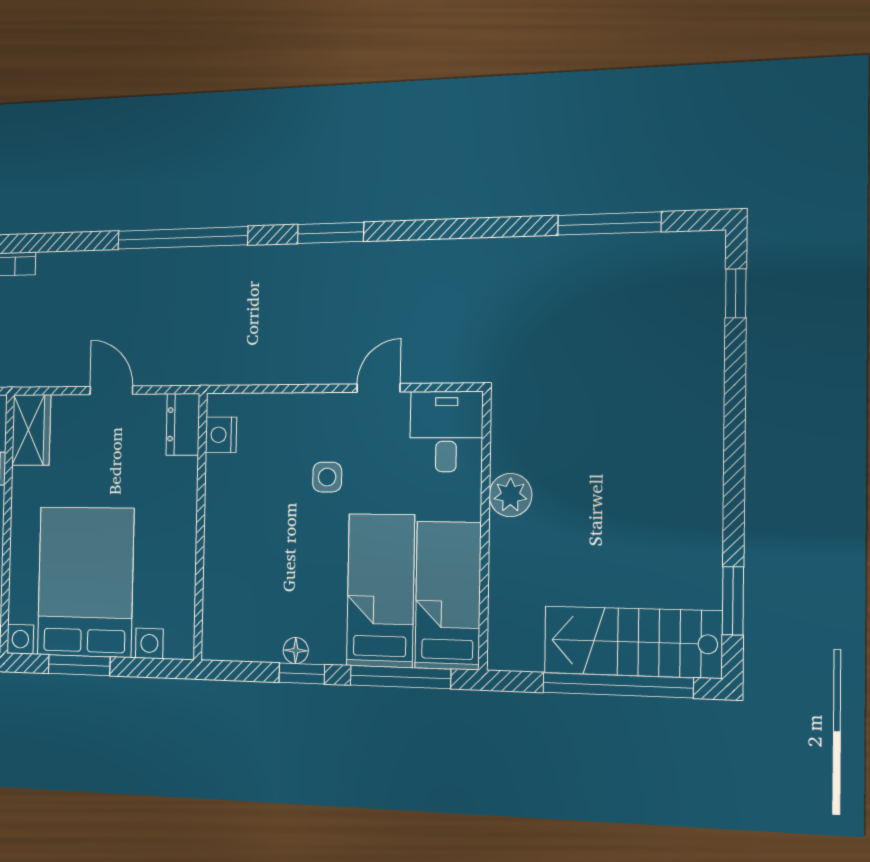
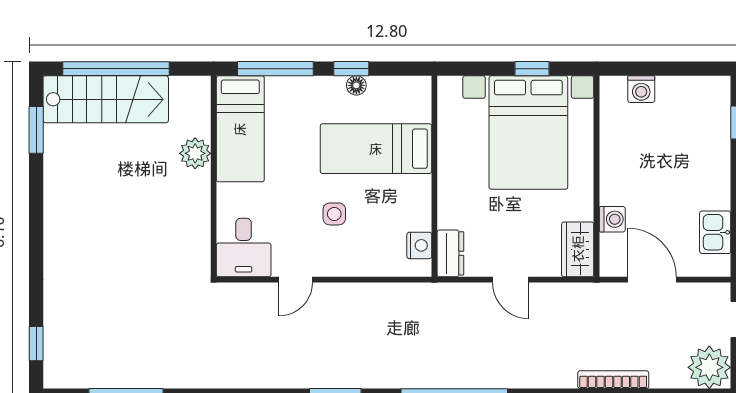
plant: (510, 495) -> (195, 153), moved
bed: (381, 590) -> (376, 149), moved, turned 90
window: (79, 665) -> (532, 69), width x0.67

